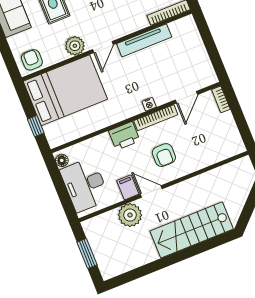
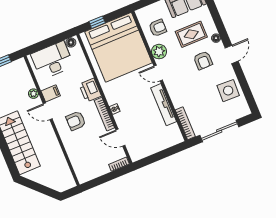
armchair: (32, 60) -> (158, 28), moved
bed: (65, 90) -> (118, 47), width x1.36
door: (151, 191) -> (48, 111), swing flipped
plant: (130, 215) -> (33, 94), width x0.53, depth x0.53

